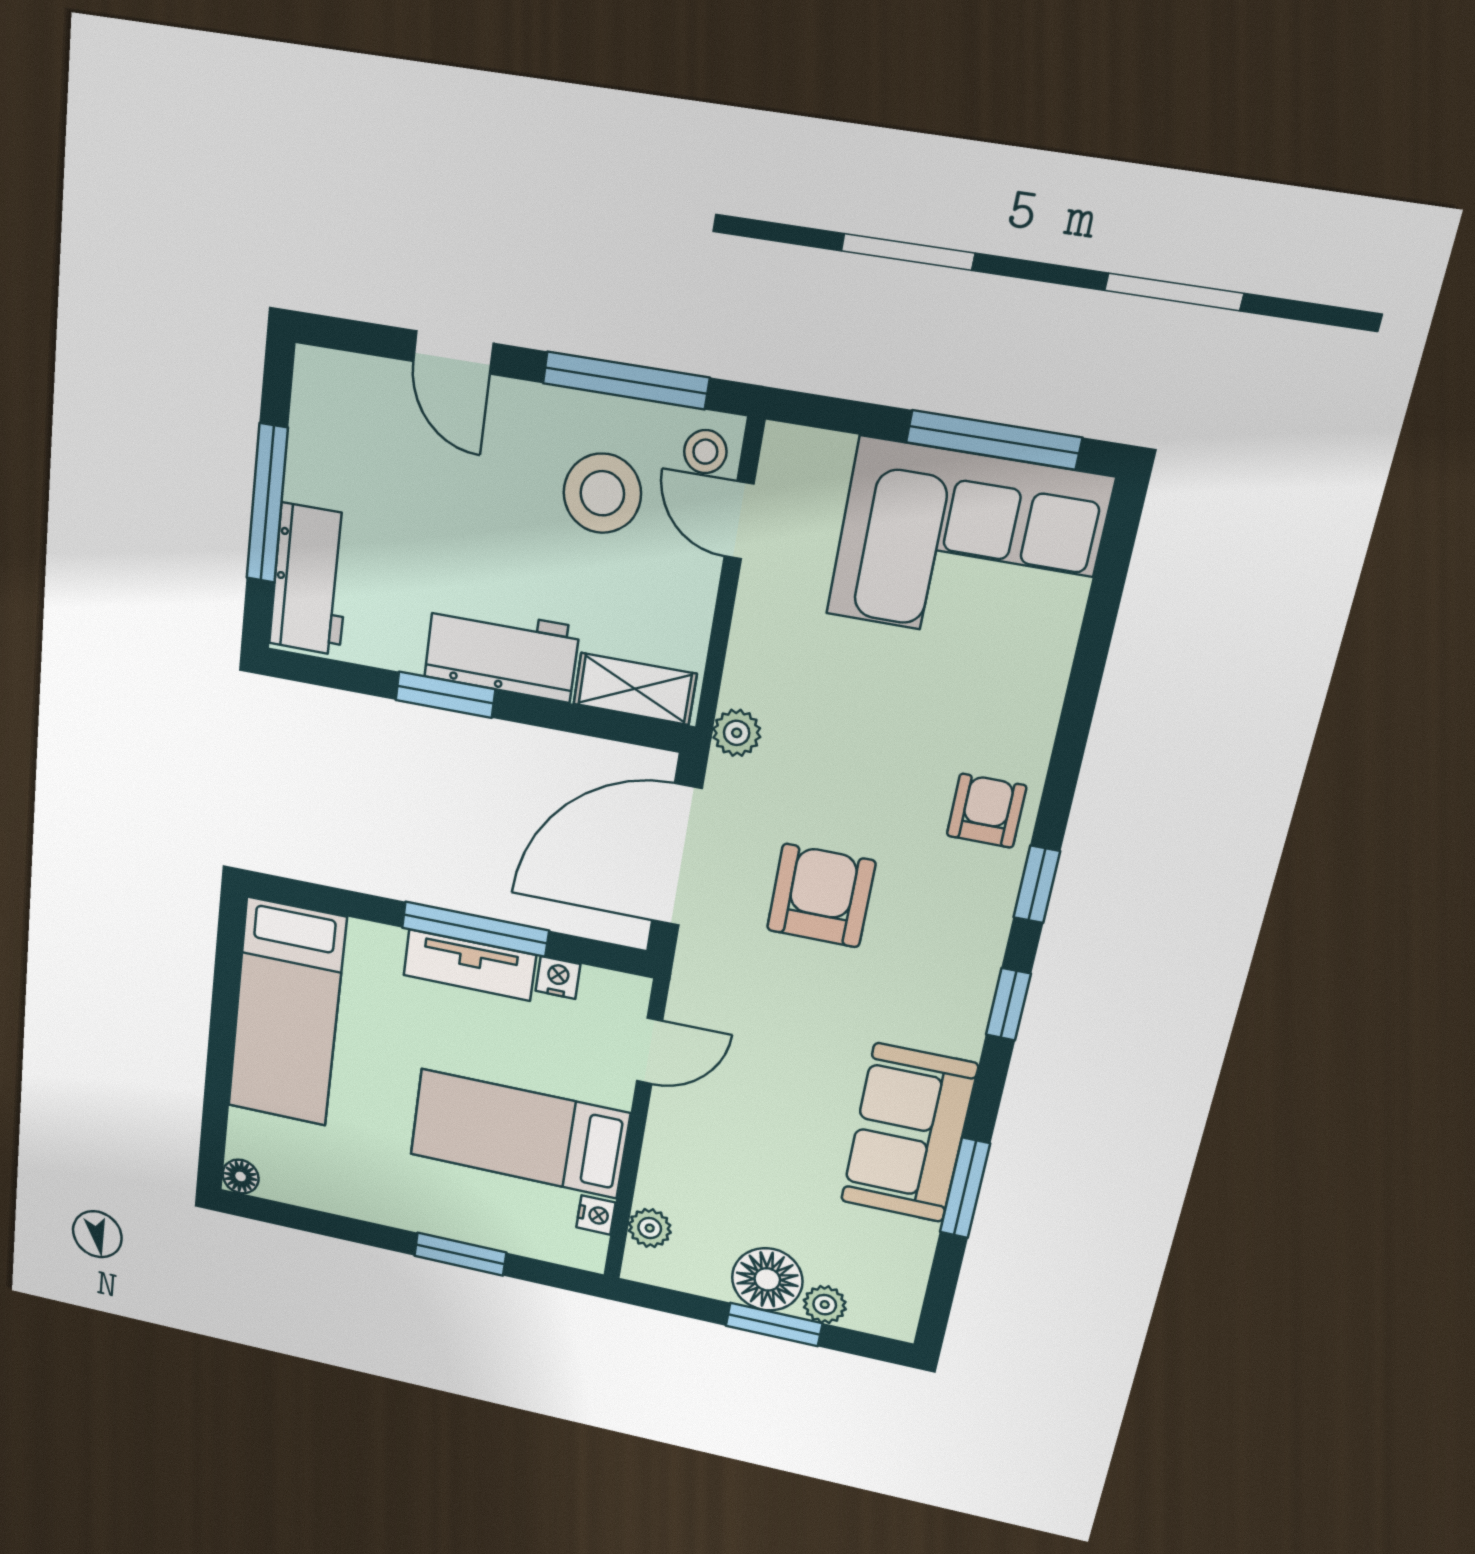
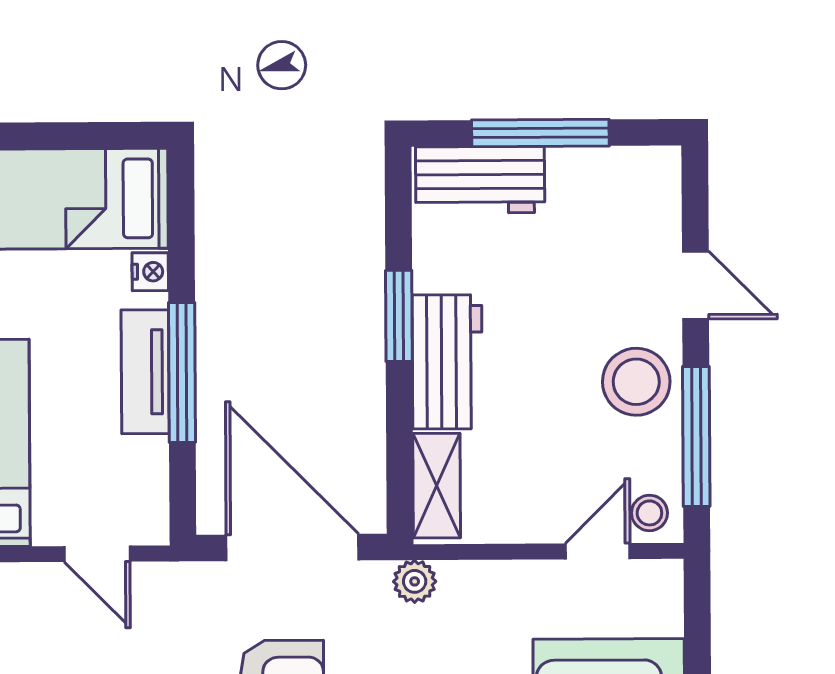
door: (453, 352) -> (696, 285), swing flipped
stool: (602, 493) -> (636, 382), moved
nightstand: (558, 977) -> (150, 272), moved

